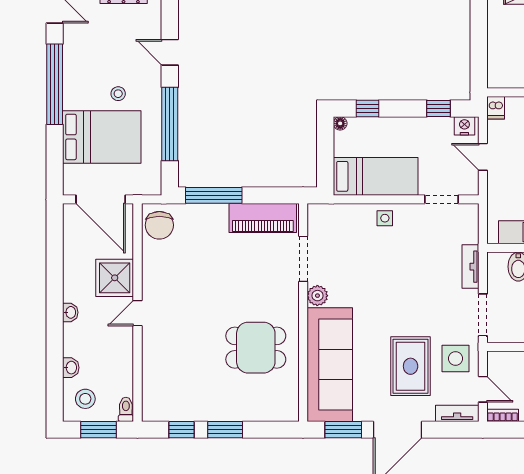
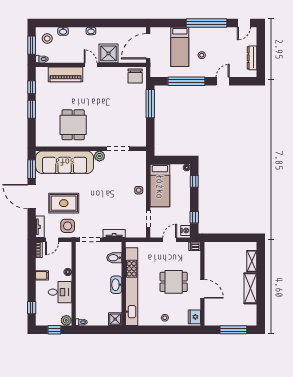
bed: (102, 137) -> (180, 47), width x0.67
piano: (263, 218) -> (65, 74), moved, turned -90
chair: (159, 225) -> (135, 76), turned -90

